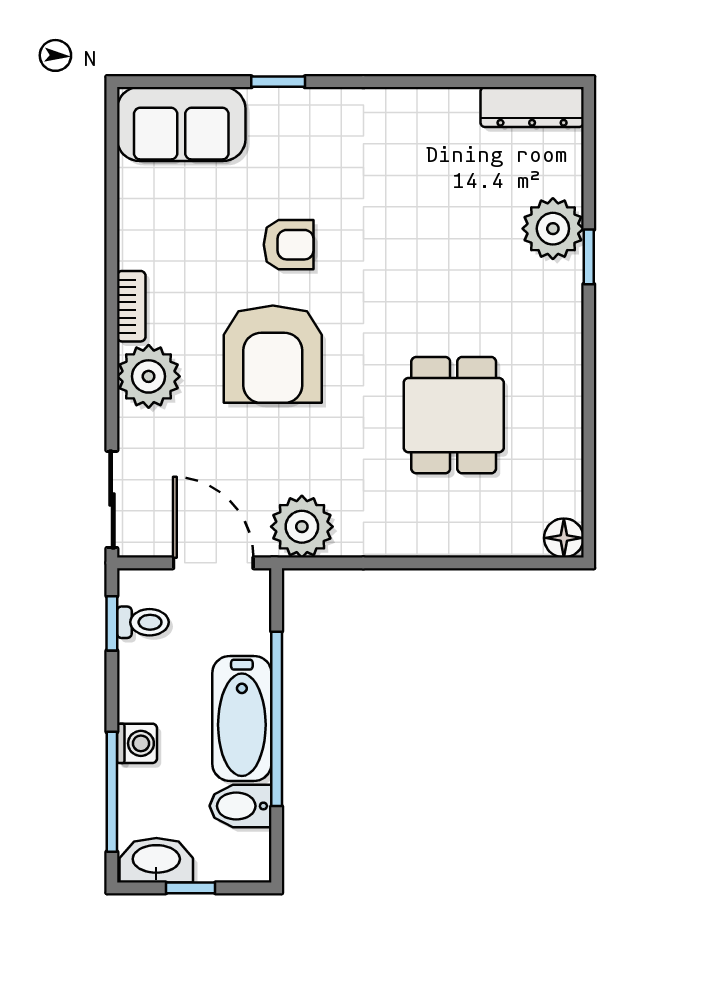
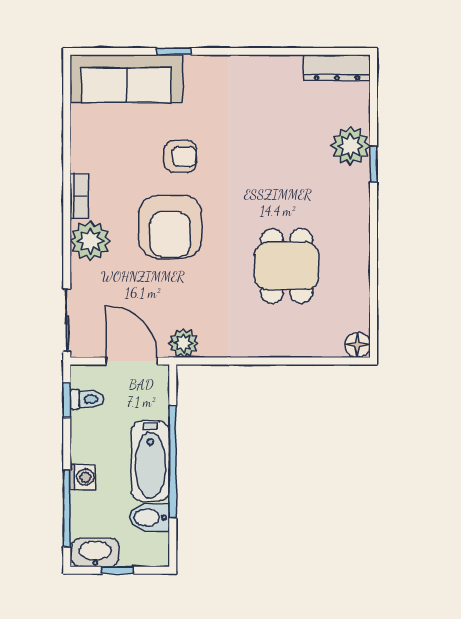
sofa: (181, 124) -> (126, 79), width x1.36
plant: (302, 527) -> (184, 343), width x0.73, depth x0.73

